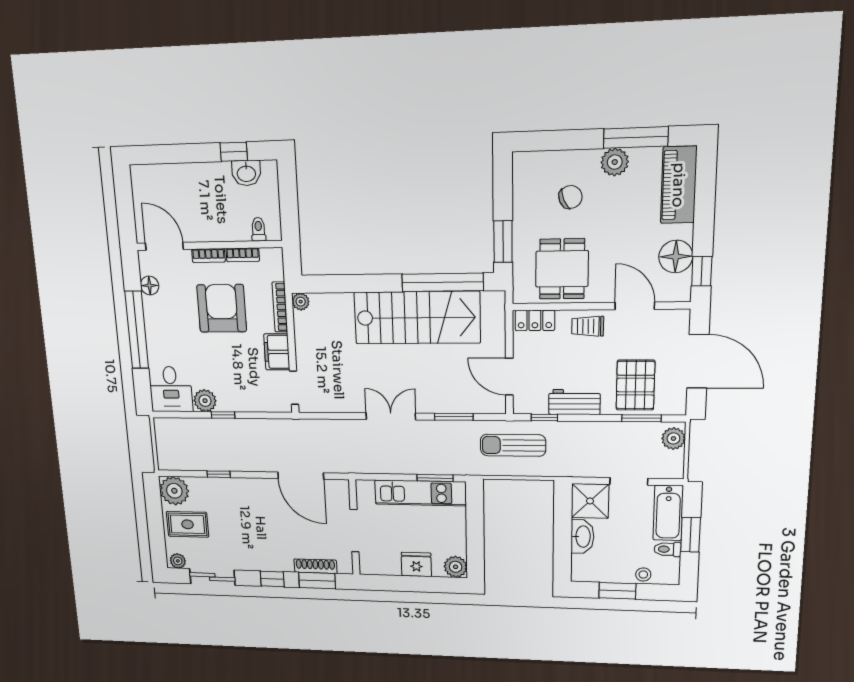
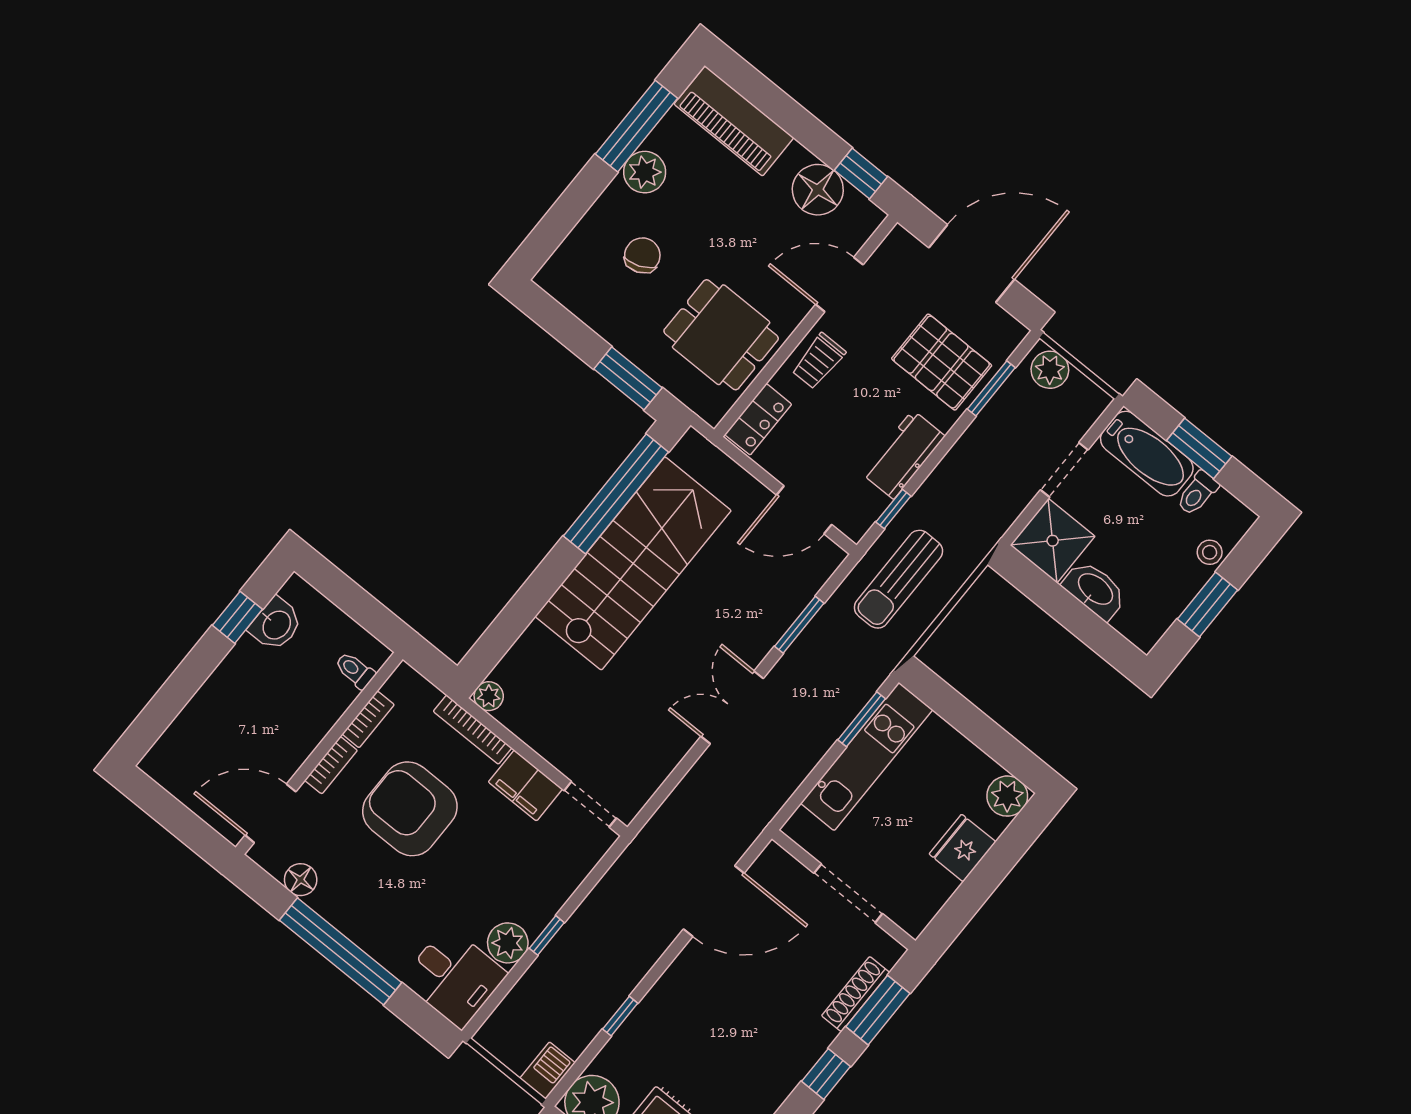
barbecue: (170, 461) -> (547, 1071), added

